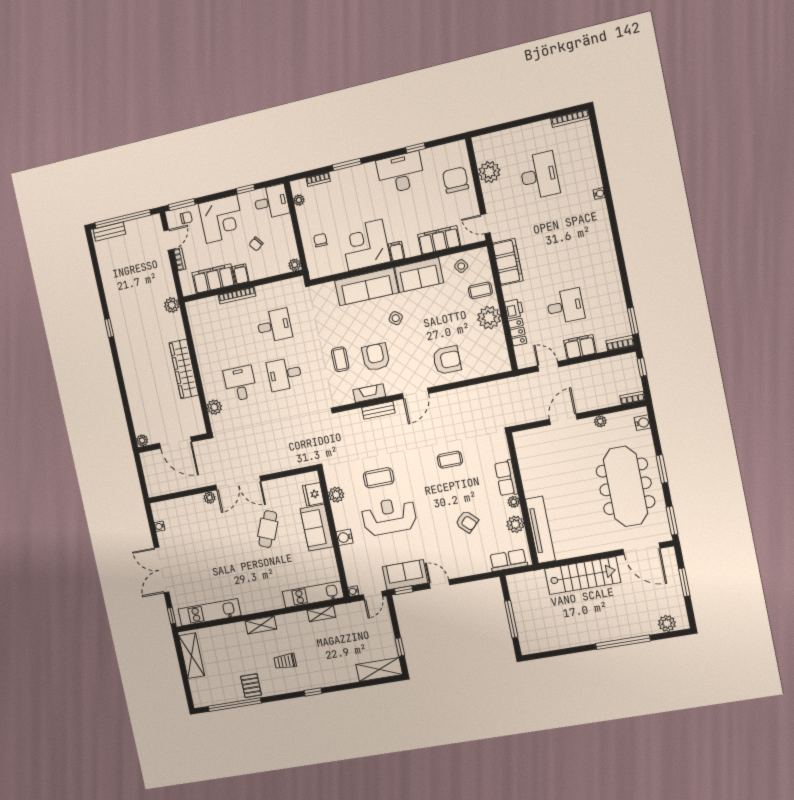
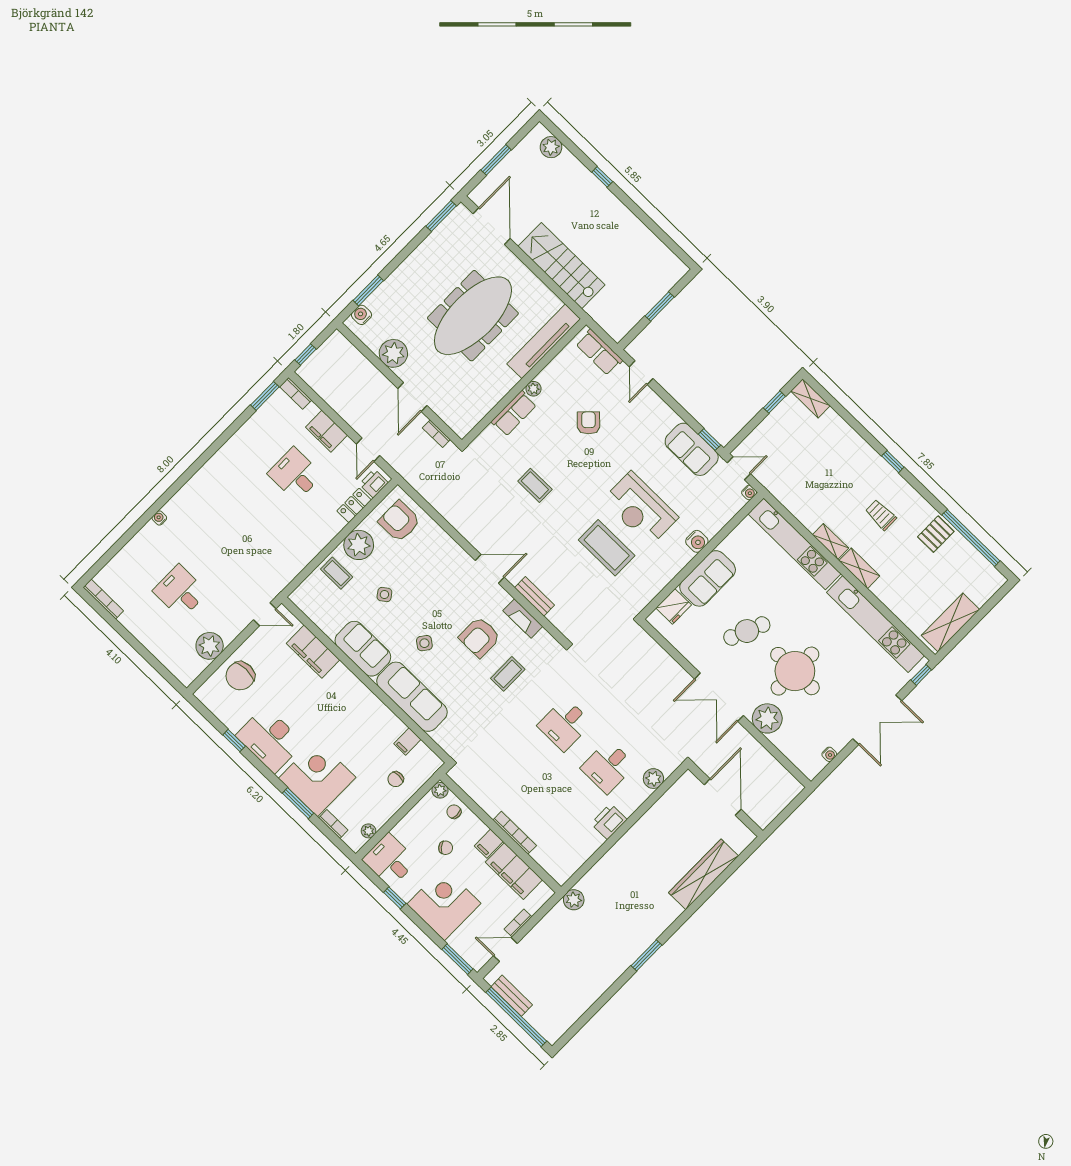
desk: (539, 176) -> (180, 592), width x0.73
chair: (186, 218) -> (454, 812), moved
door: (485, 224) -> (265, 614), hinge flipped
bench: (109, 232) -> (512, 996), moved
corner desk: (365, 245) -> (317, 778), moved, turned 180
filing cabinet: (397, 251) -> (407, 742), moved
filing cabinet: (508, 262) -> (289, 564), removed
side table: (461, 266) -> (384, 594), moved
printer: (514, 309) -> (374, 483), moved
desk: (274, 326) -> (520, 770), removed
window: (109, 328) -> (647, 955), width x1.50
armchair: (447, 360) -> (399, 521), moved
printer: (206, 361) -> (609, 822), added
wardrobe: (184, 369) -> (703, 874), moved, turned 180
desk: (284, 374) -> (565, 724), turned 90
bookcase: (632, 398) -> (436, 434), moved
door: (563, 419) -> (412, 397), hinge flipped
plant: (600, 421) -> (393, 353), width x1.88, depth x1.88
plant: (142, 440) -> (746, 837), removed
window: (662, 469) -> (368, 291), moved
coffee table: (379, 478) -> (607, 548), width x1.36, depth x1.32
double door: (238, 483) -> (719, 697), swing flipped
meeting table: (626, 486) -> (473, 316), moved
plant: (336, 495) -> (657, 581), removed
plant: (210, 498) -> (767, 718), width x1.88, depth x1.88
plant: (515, 524) -> (556, 371), removed
round table: (224, 541) -> (795, 671), added
door: (439, 584) -> (641, 373), moved
kitchen unit: (313, 594) -> (794, 544), width x1.36
kitchen unit: (209, 612) -> (875, 624), width x1.36
shelving: (321, 614) -> (830, 541), moved
window: (511, 619) -> (660, 306), width x0.69
window: (623, 642) -> (602, 177), width x0.32
trolley: (285, 661) -> (881, 515), turned 180
shelving: (379, 670) -> (810, 398), width x0.67, depth x0.75

